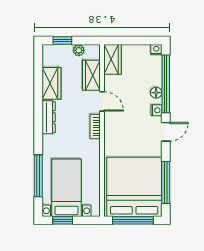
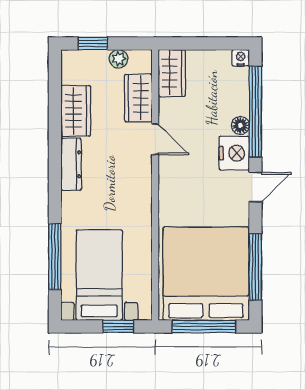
nightstand: (156, 110) -> (234, 153), width x1.89, depth x1.79
bookcase: (95, 127) -> (144, 179), removed
window: (63, 220) -> (118, 327), moved

